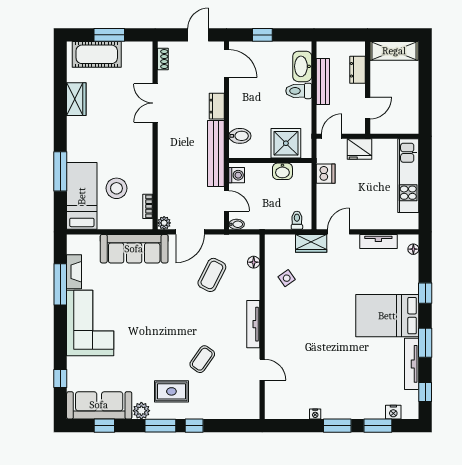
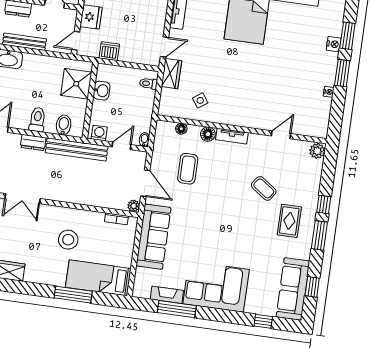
toilet: (299, 91) -> (37, 120), moved, turned 180
door: (332, 136) -> (76, 41), hinge flipped
stool: (116, 188) -> (68, 240), moved
door: (338, 232) -> (164, 47), swing flipped
coffee table: (212, 275) -> (188, 169), turned 63
floor lamp: (252, 291) -> (208, 134), added
tv unit: (253, 324) -> (232, 136), width x0.71
plant: (141, 411) -> (317, 151), moved
nightstand: (393, 412) -> (334, 44), moved

